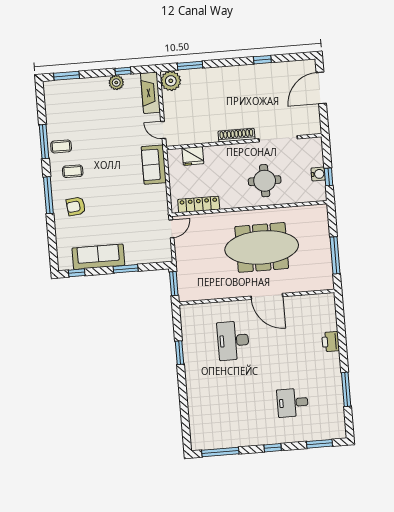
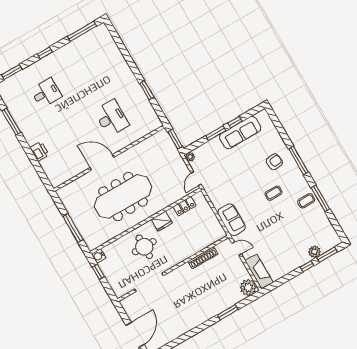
window: (262, 60) -> (188, 335), removed
window: (190, 66) -> (228, 312), moved
window: (123, 71) -> (307, 266), moved
plant: (116, 83) -> (315, 252), moved
shoe rack: (236, 135) -> (203, 258), moved
fridge: (193, 156) -> (162, 221), moved, turned 180
coffee table: (73, 171) -> (273, 193), moved
water cooler: (318, 174) -> (99, 256), moved
locker: (199, 204) -> (185, 206), width x0.66
window: (335, 255) -> (73, 228), moved
plant: (167, 256) -> (190, 157), added
window: (77, 273) -> (235, 122), moved

